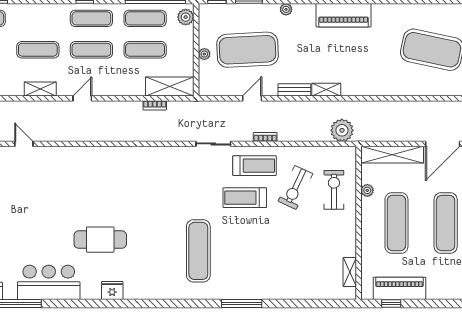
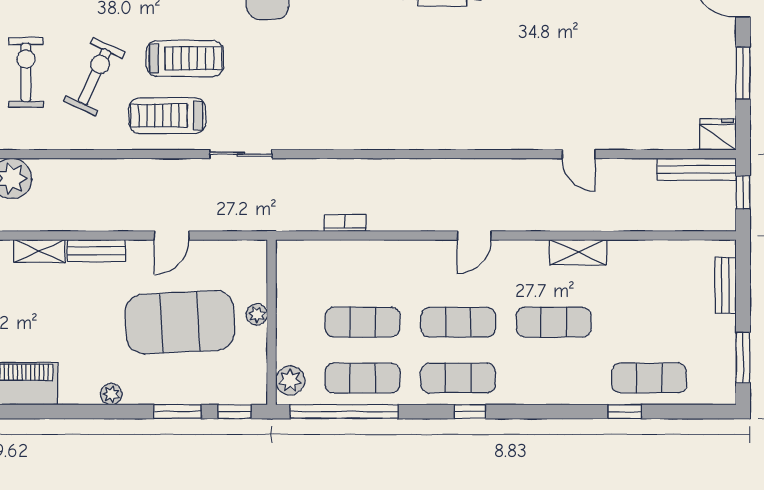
shelving: (170, 86) -> (319, 257), removed
shelving: (40, 89) -> (578, 252), moved
bookcase: (265, 137) -> (148, 167), removed
exercise bike: (334, 190) -> (26, 72), turned 180

